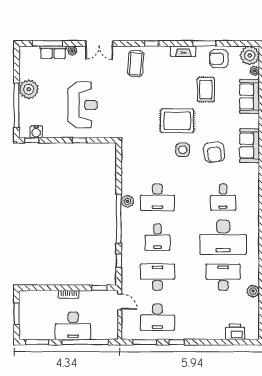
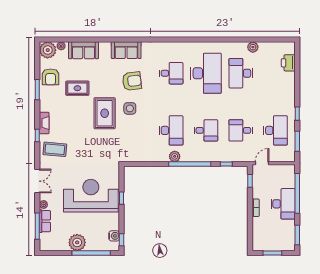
fireplace: (183, 51) -> (44, 123), moved
reception desk: (82, 105) -> (91, 196), width x1.36, depth x1.30
desk: (157, 277) -> (241, 130), width x0.73

